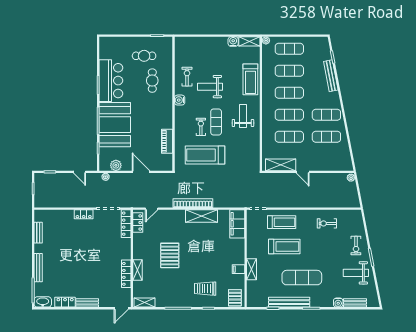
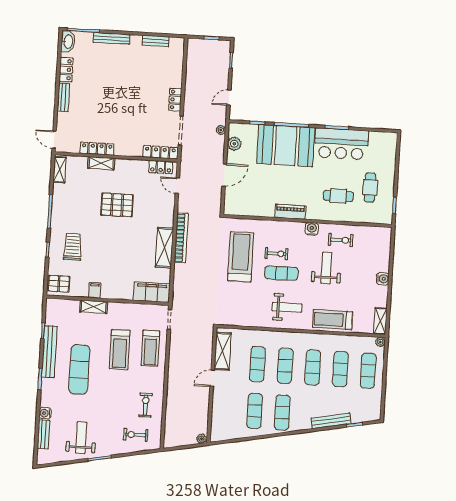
water cooler: (233, 42) -> (383, 279), moved
piano: (167, 141) -> (290, 212), moved
exercise bike: (356, 246) -> (136, 435), moved

